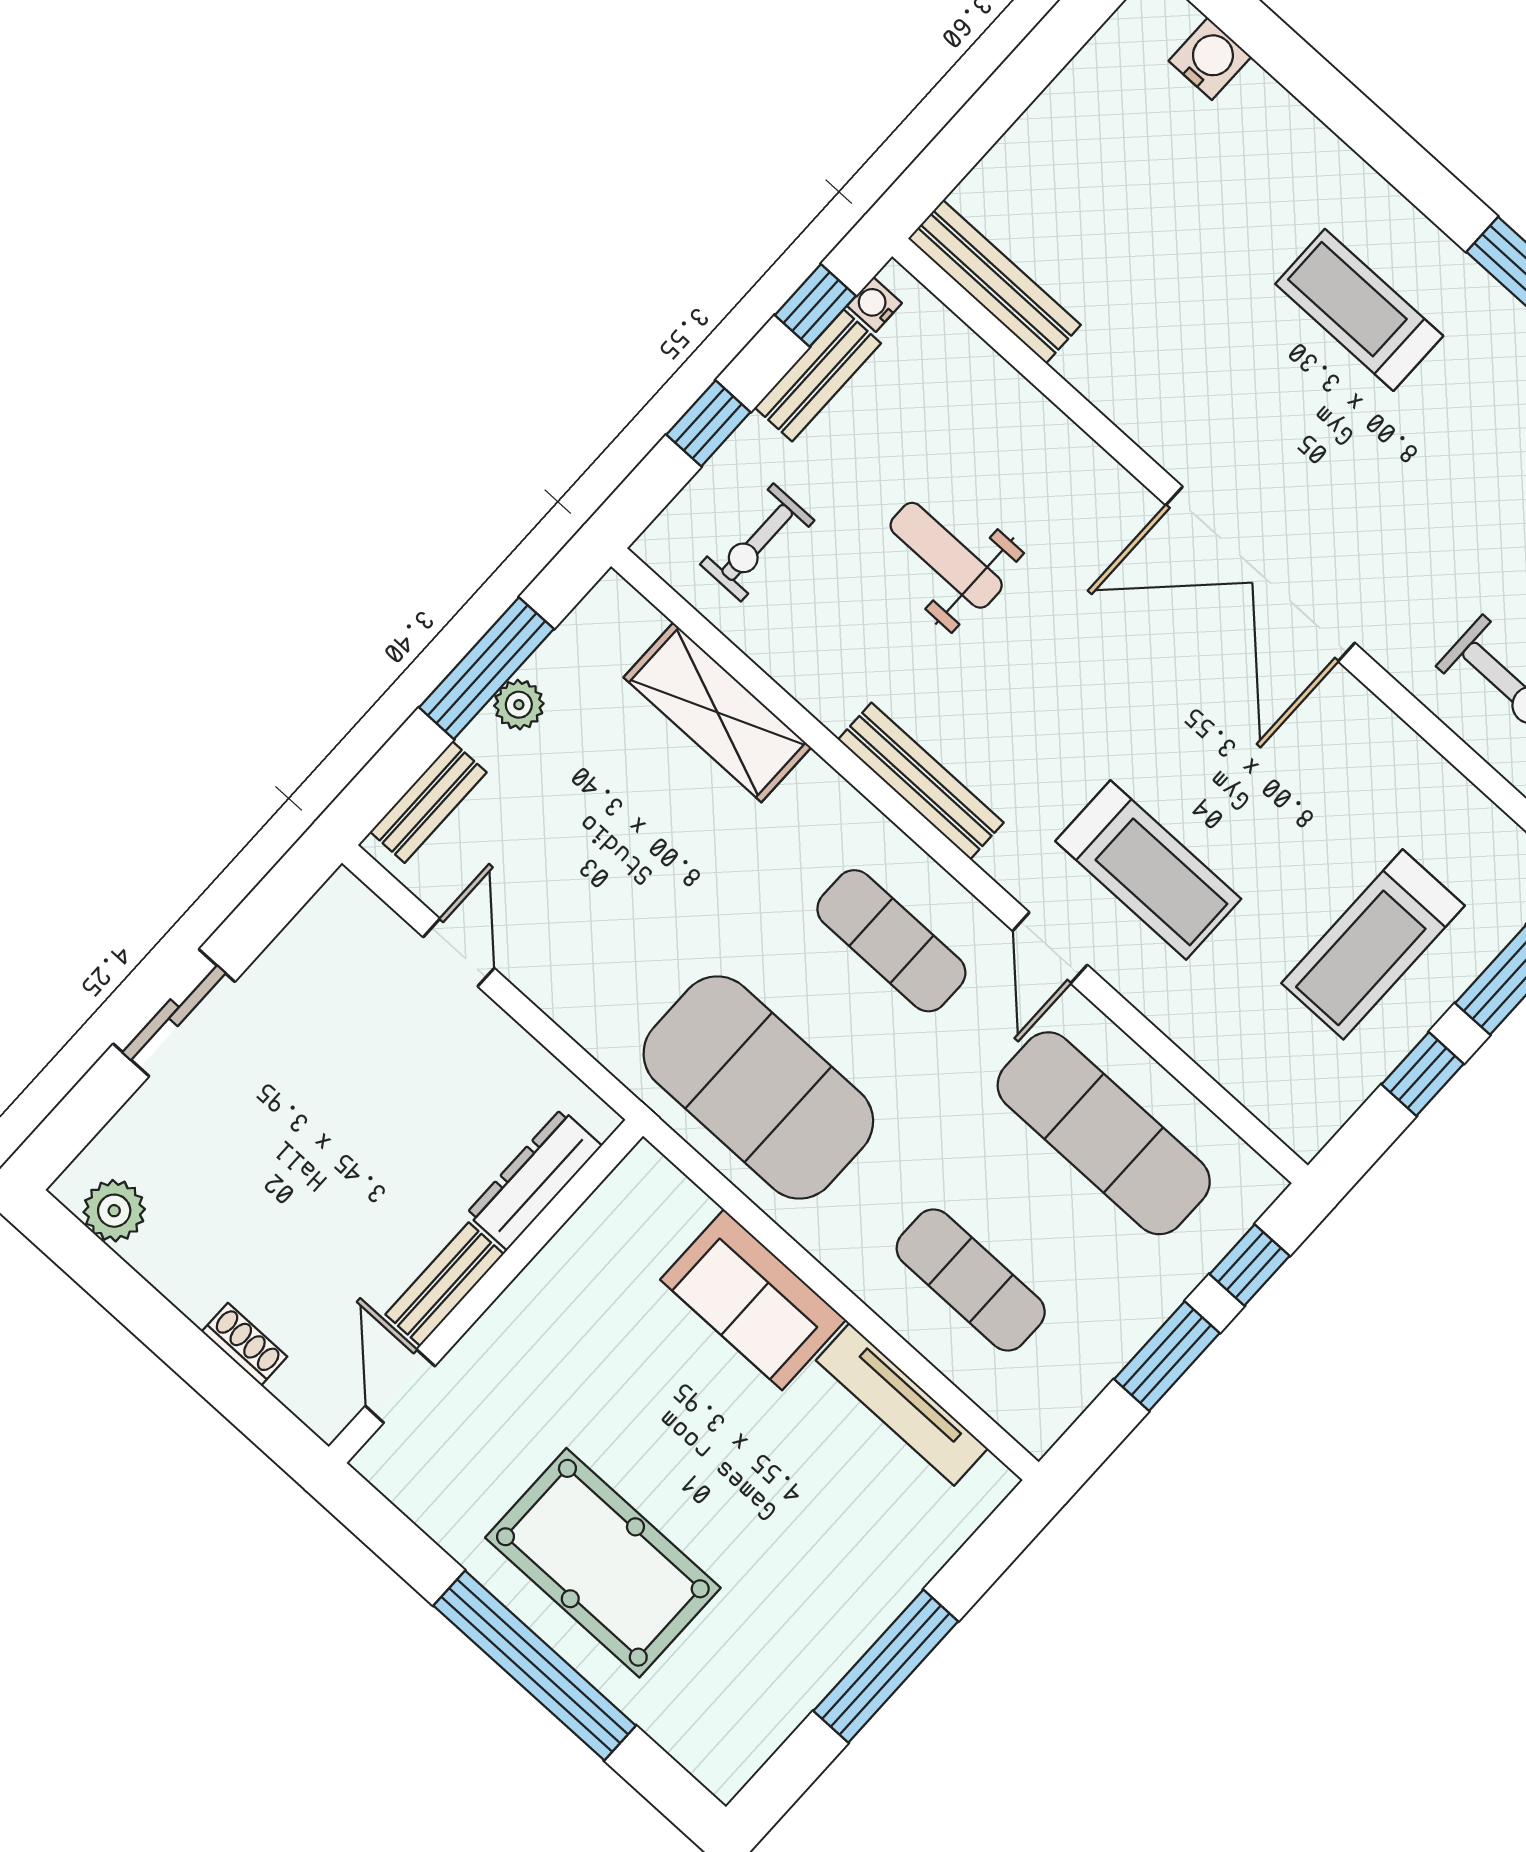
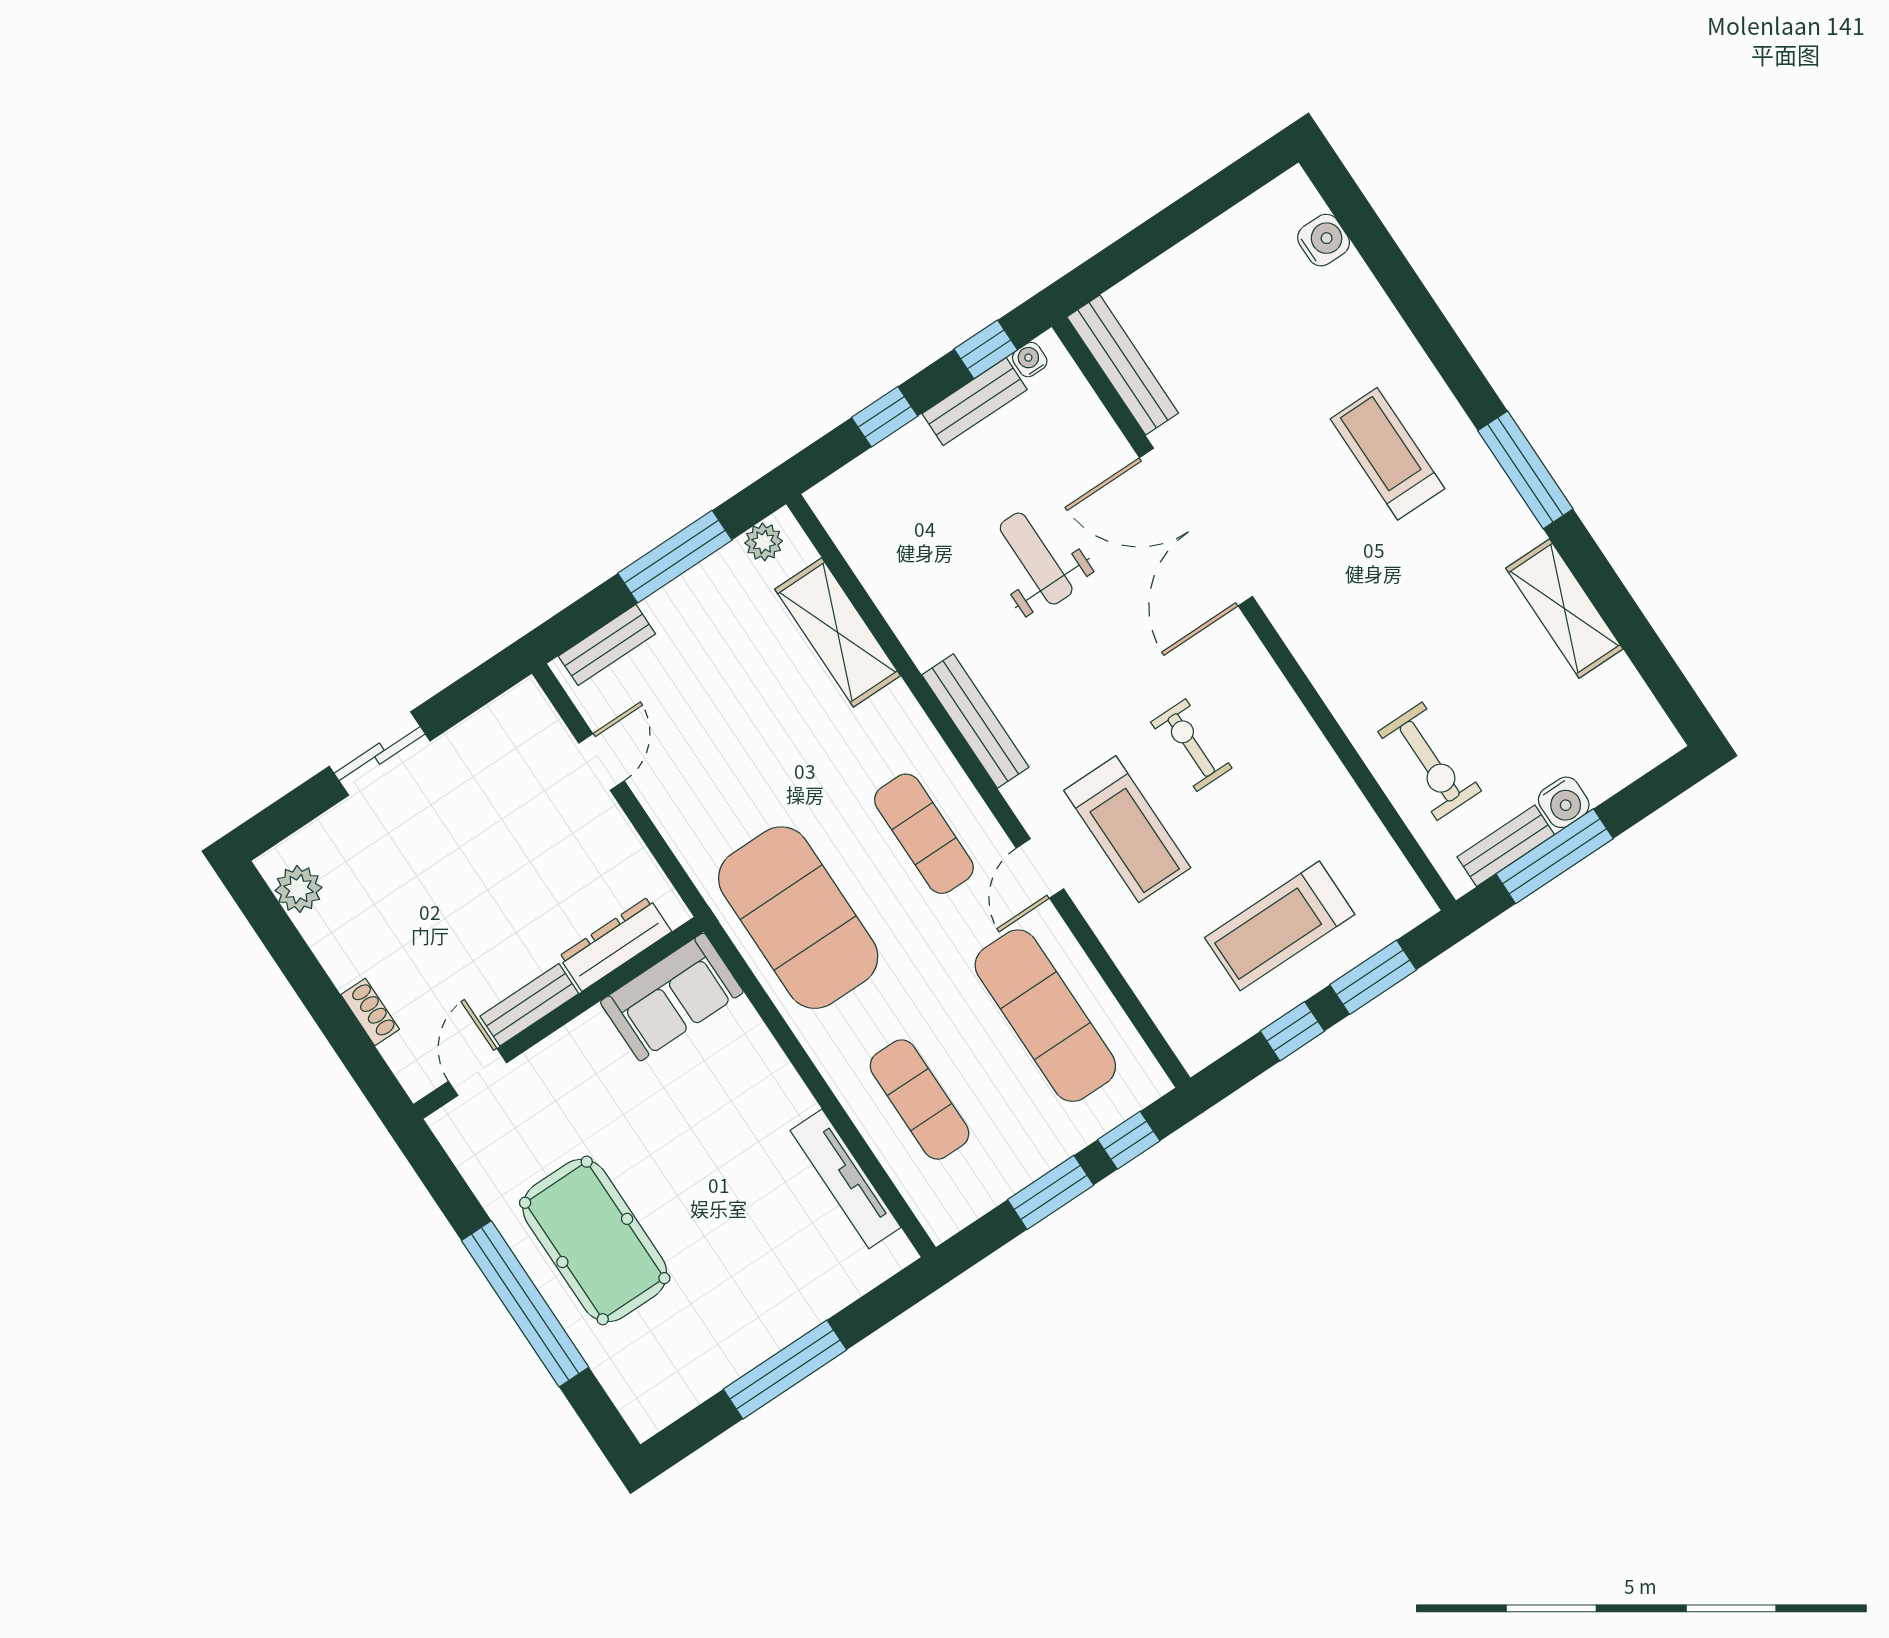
exercise bike: (757, 542) -> (1191, 745), moved, turned 90
double door: (1260, 574) -> (1196, 527), moved
plant: (519, 705) -> (764, 542), moved
sofa: (753, 1300) -> (672, 997), moved, turned -90

